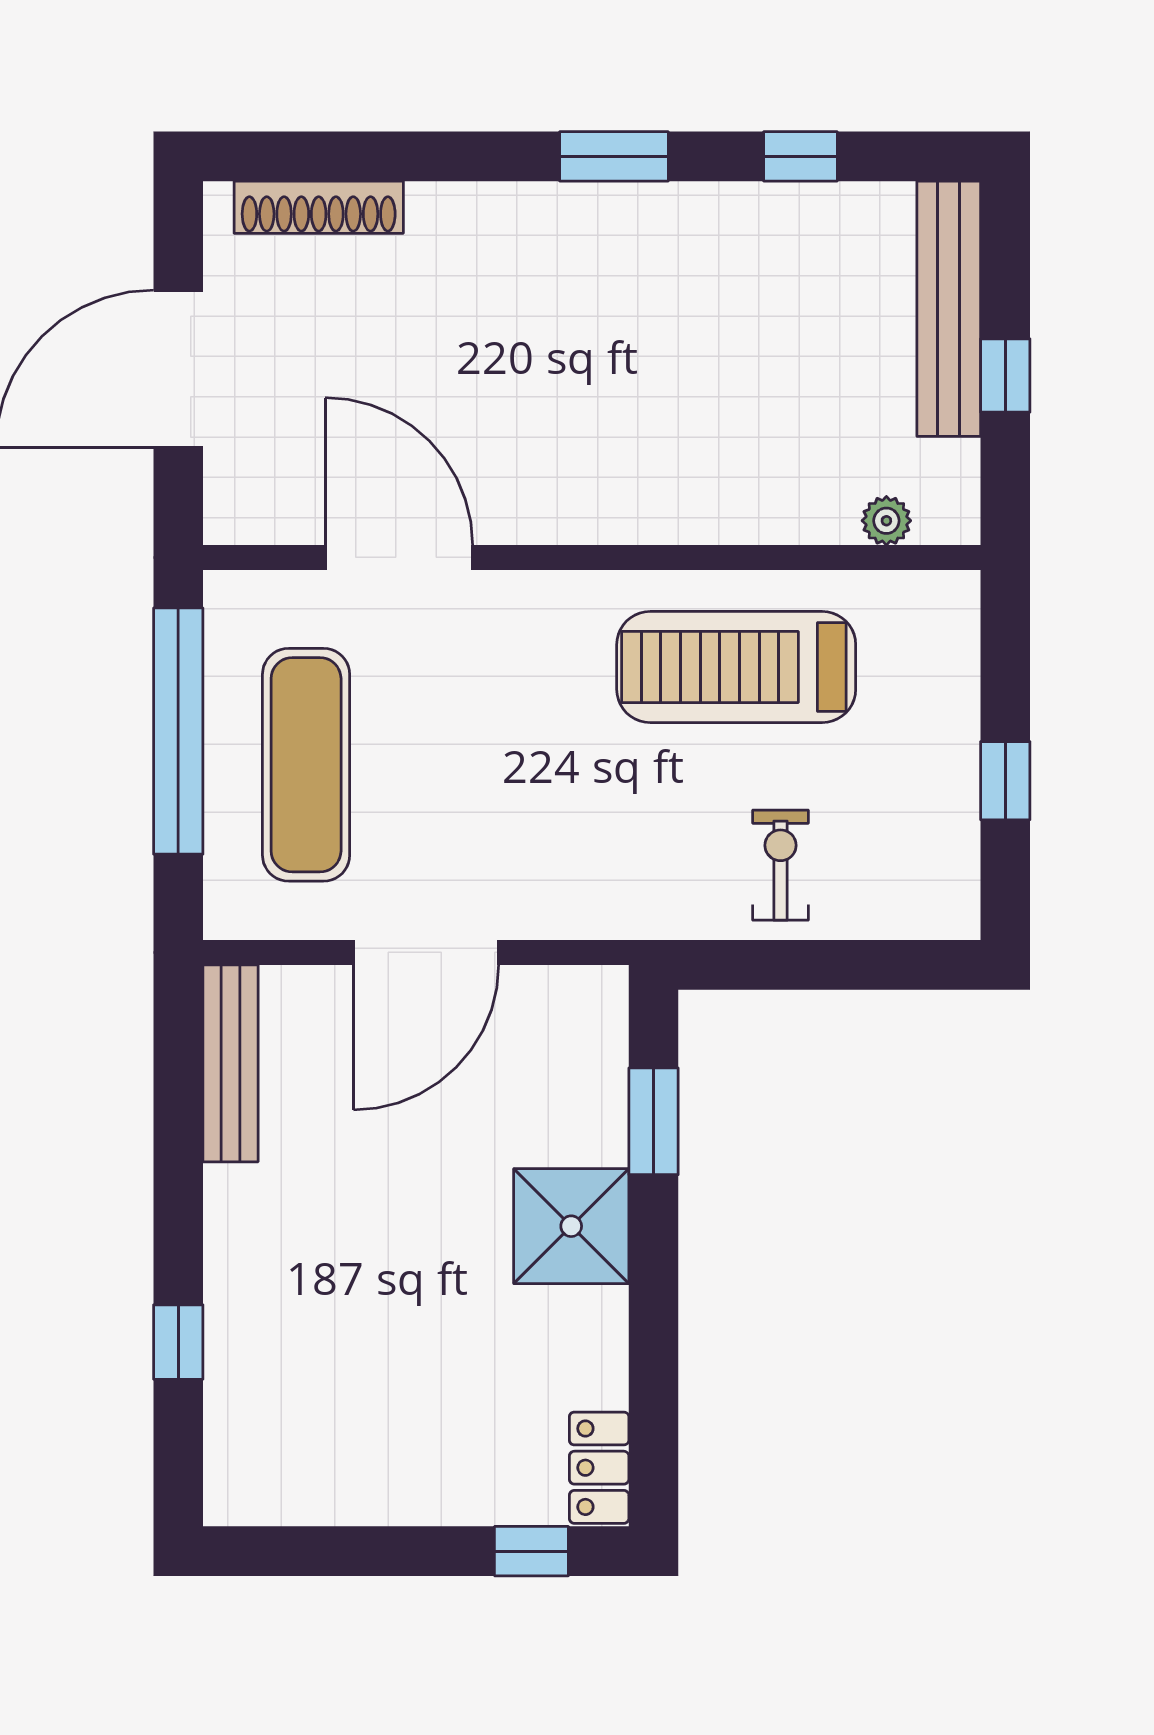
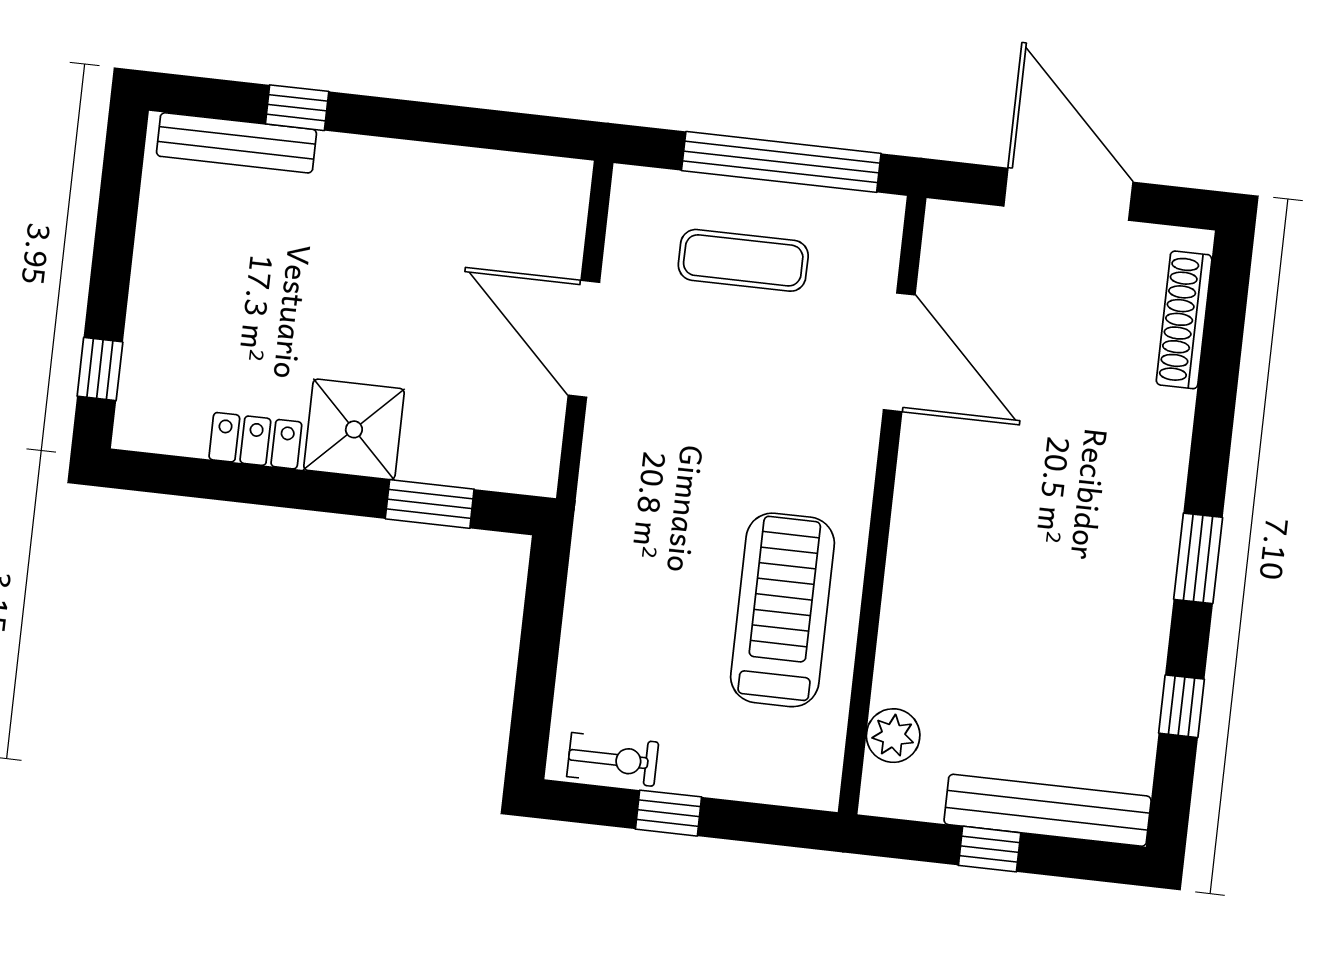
plant: (886, 521) -> (893, 736), width x1.38, depth x1.38
door: (399, 557) -> (899, 352), hinge flipped
exercise mat: (306, 765) -> (743, 260), width x0.73, depth x0.69
exercise bike: (781, 865) -> (613, 759), moved
bench: (230, 1063) -> (236, 143), moved
locker: (599, 1468) -> (255, 441), moved

